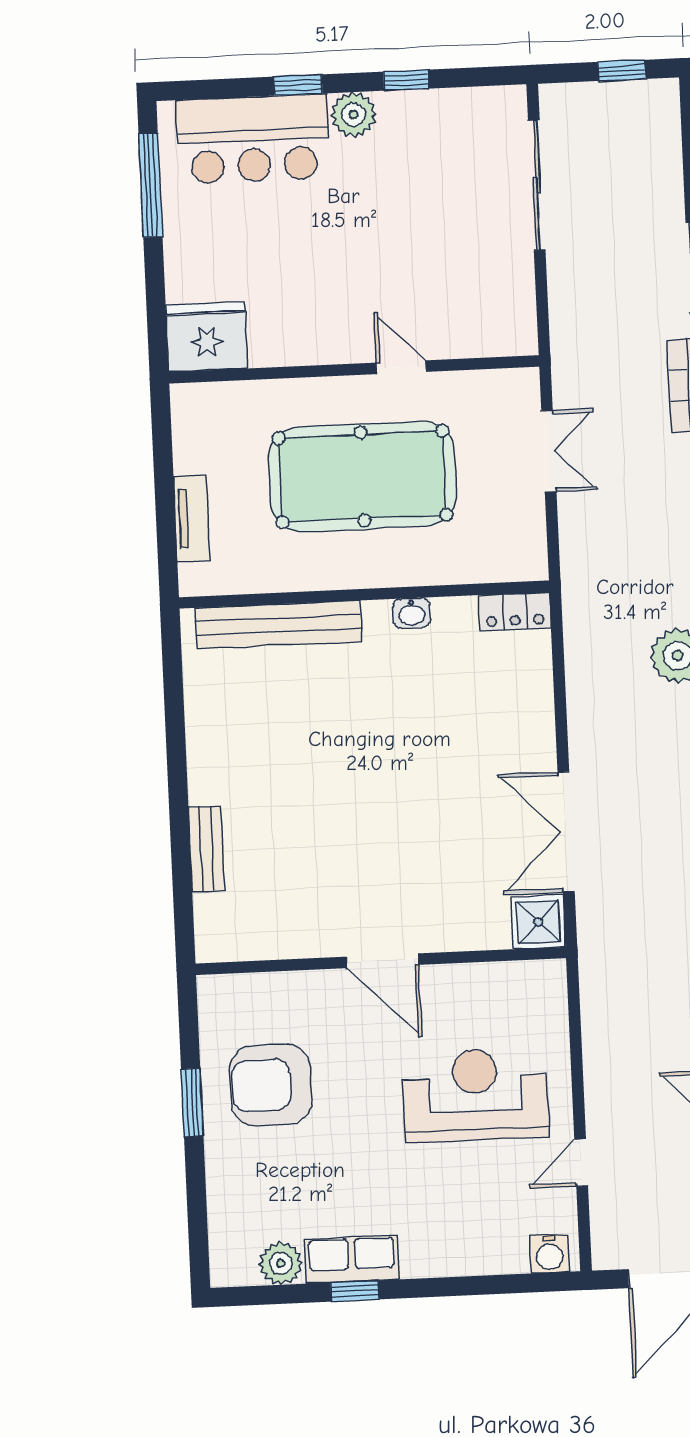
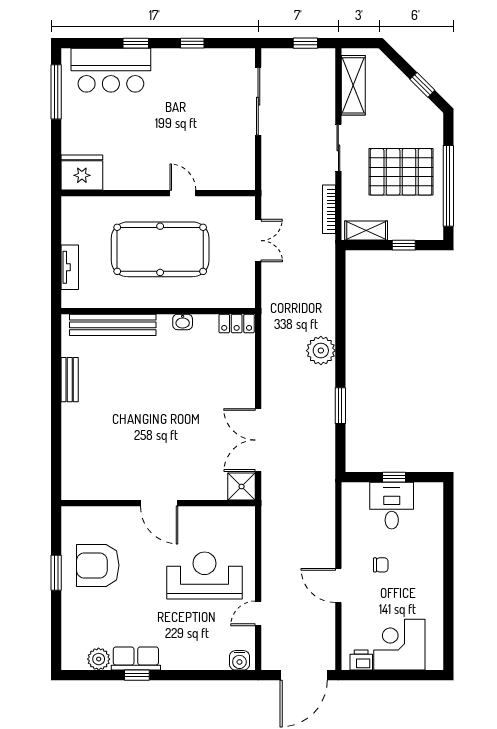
plant: (353, 115) -> (164, 60), removed
bench: (207, 849) -> (70, 380), moved

